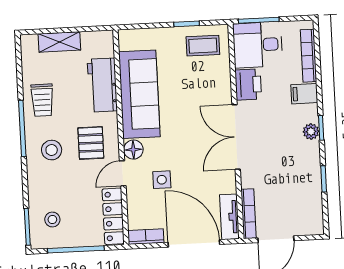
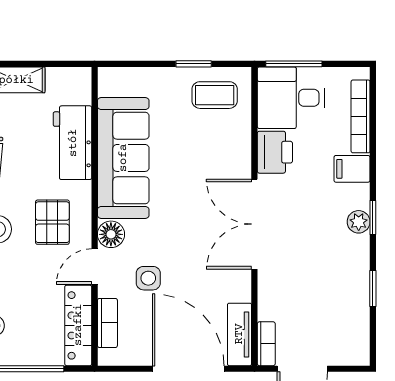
bookcase: (249, 214) -> (266, 344), width x0.64
bookcase: (146, 237) -> (107, 323), moved, turned 90

